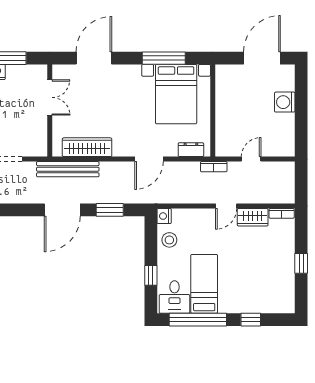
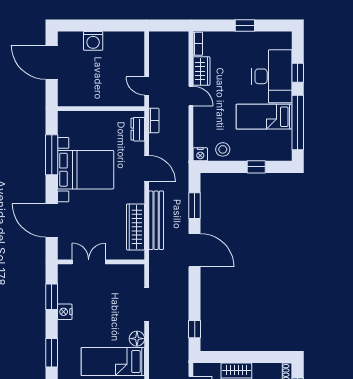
bed with nightstands: (176, 94) -> (86, 170), moved
door: (251, 159) -> (147, 86), moved
bookcase: (214, 167) -> (154, 120), moved
bench: (68, 169) -> (156, 220), moved
desk: (174, 297) -> (272, 76), moved, width x1.87, depth x1.30

